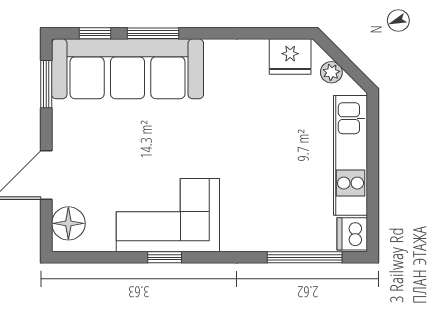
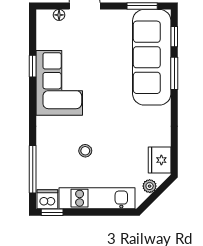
stool: (275, 174) -> (85, 151), added
floor lamp: (68, 223) -> (59, 15), width x0.53, depth x0.53
window: (373, 226) -> (52, 212), added
window: (165, 257) -> (33, 66), moved

